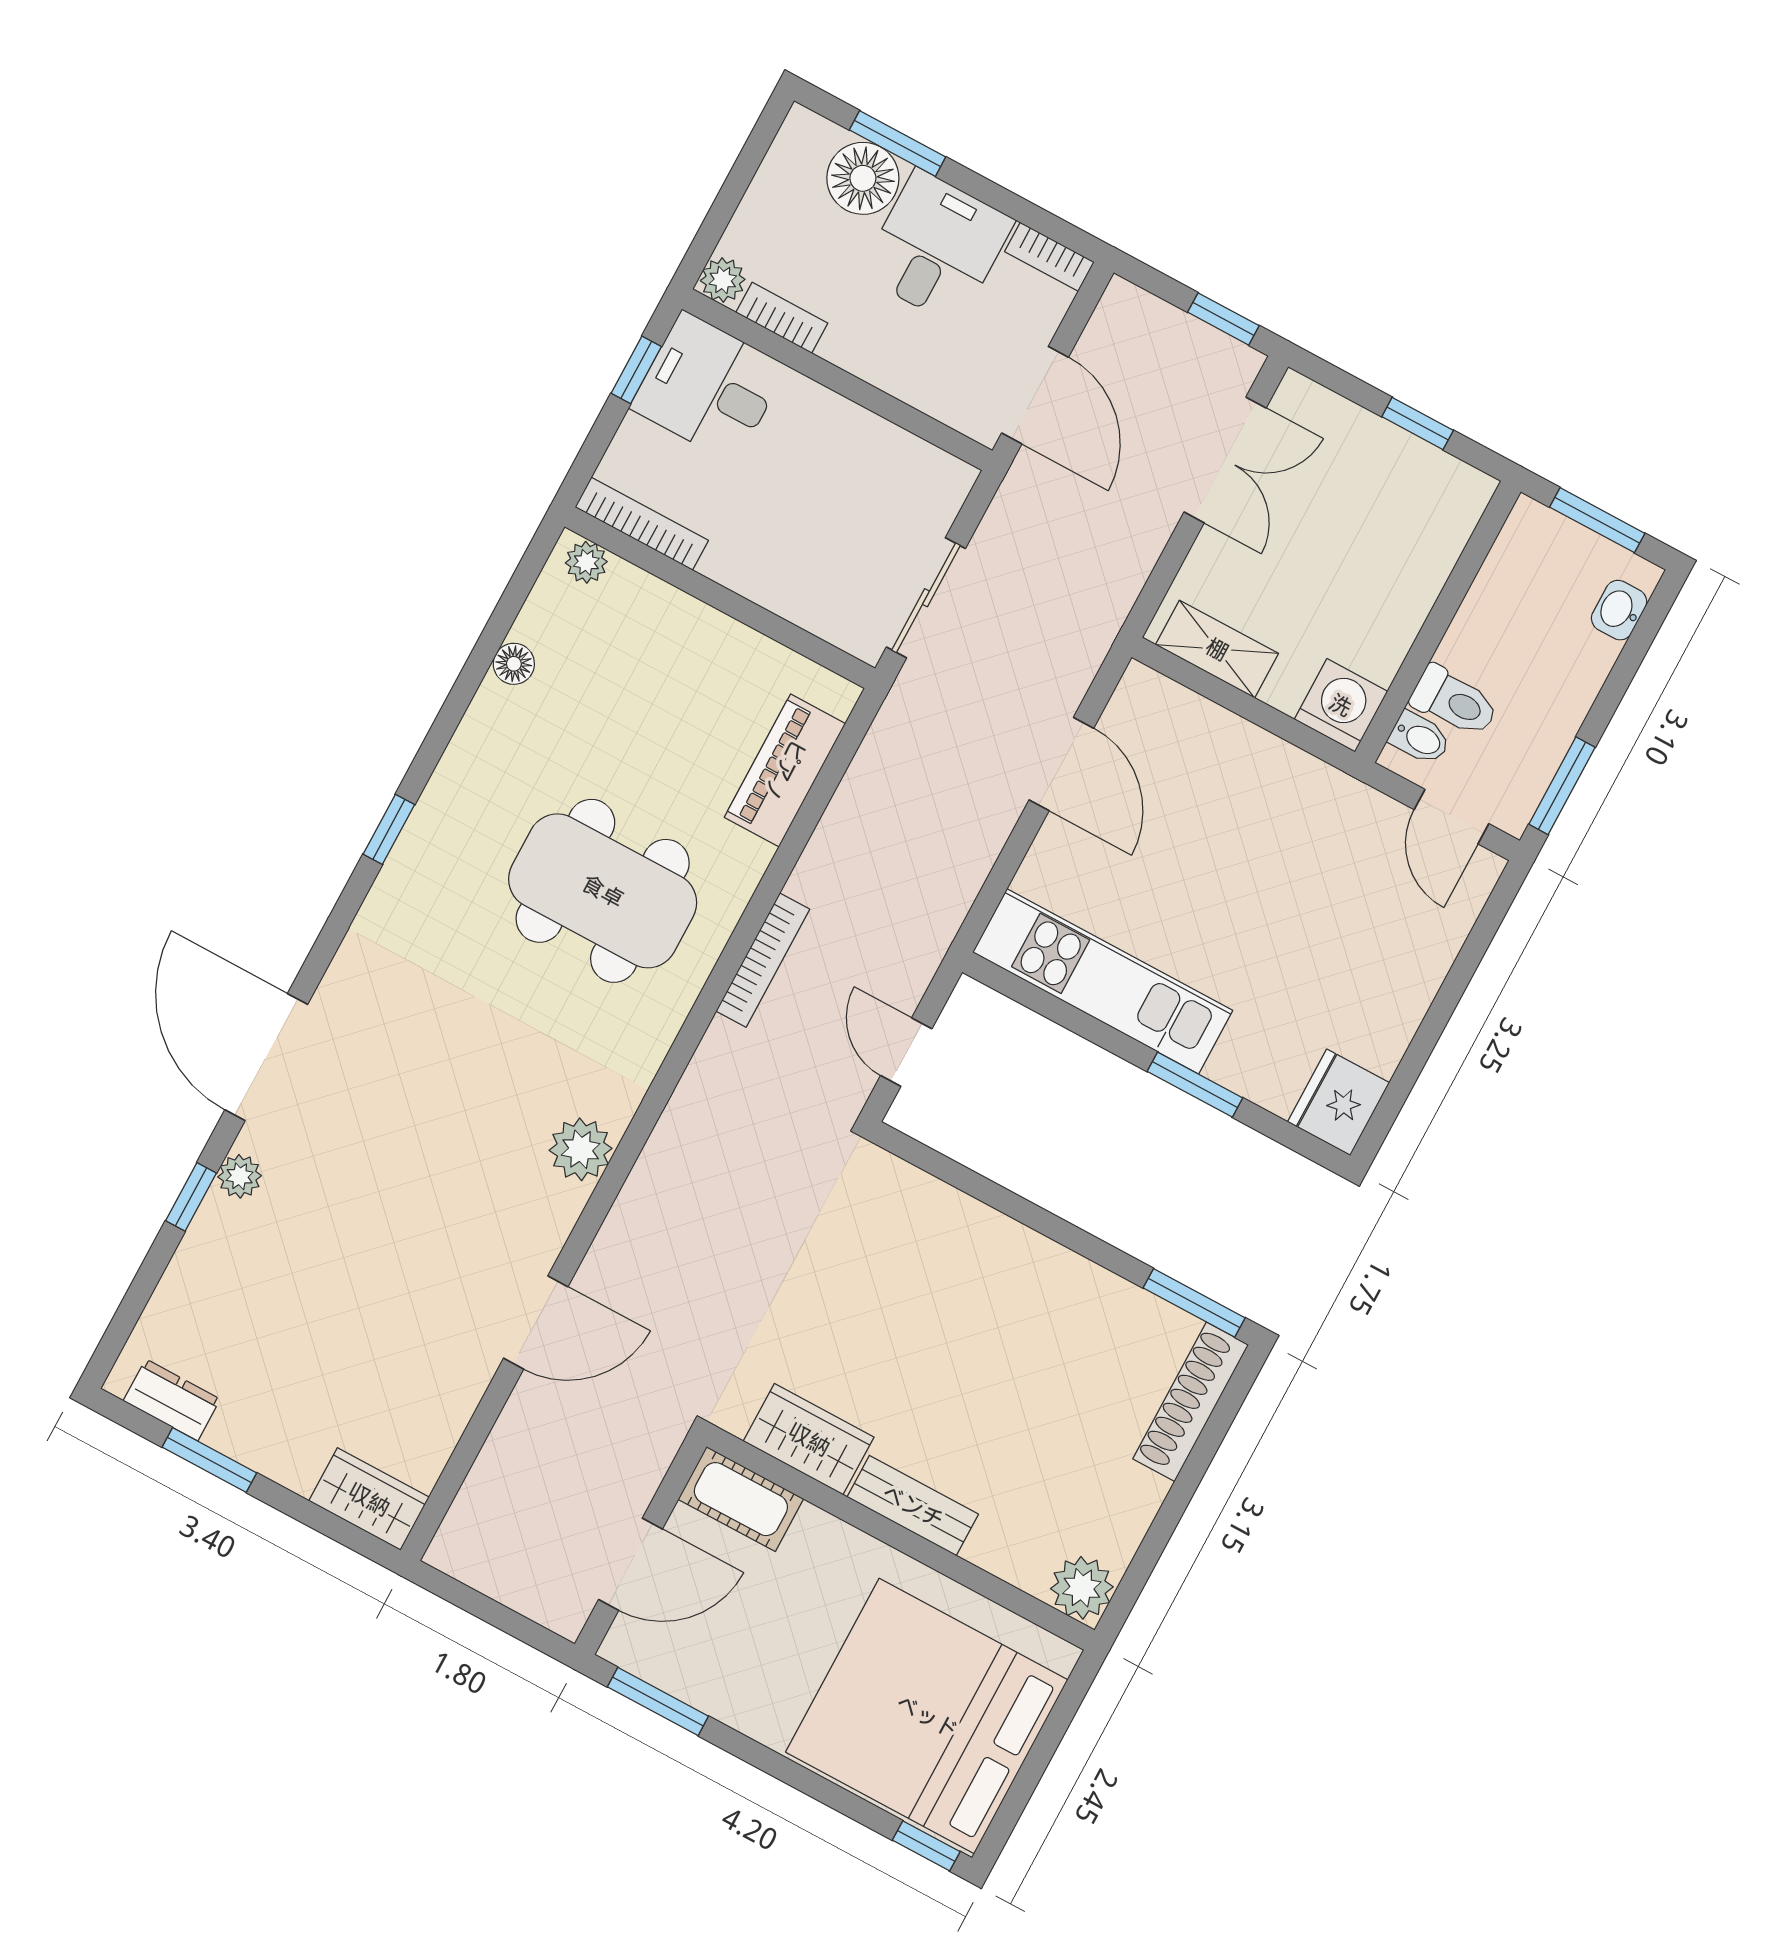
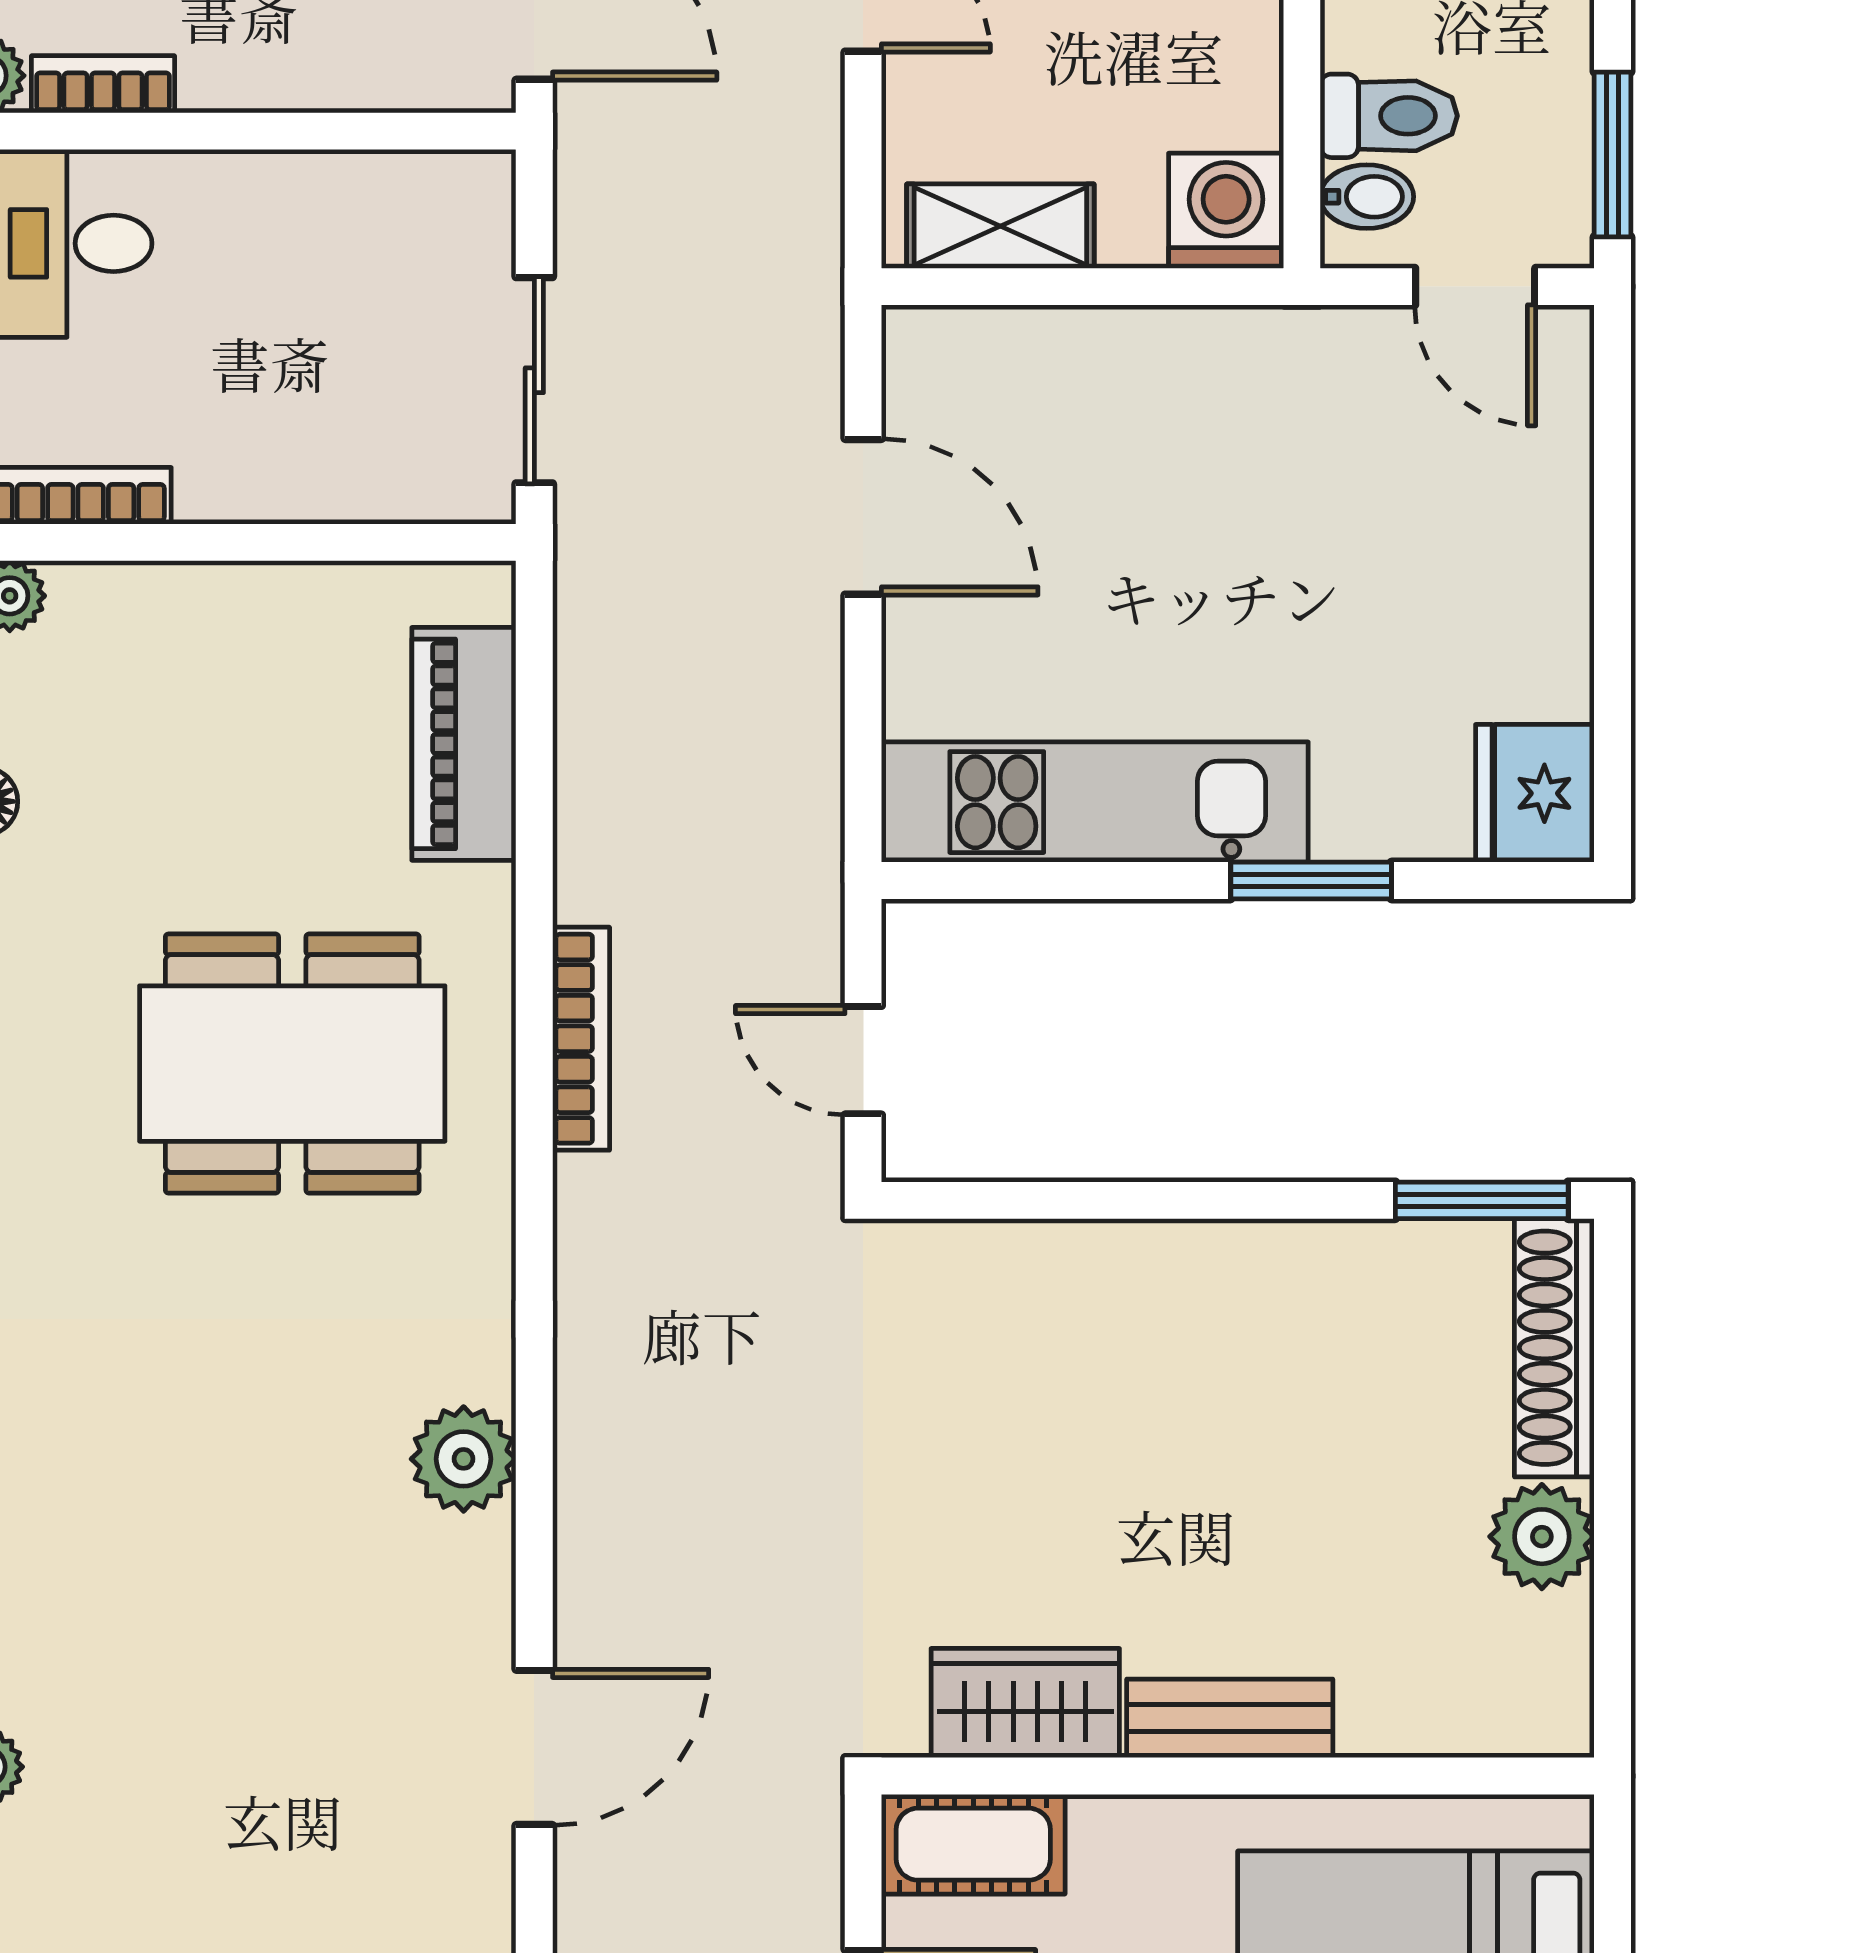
plant: (1082, 1588) -> (1542, 1537), moved

